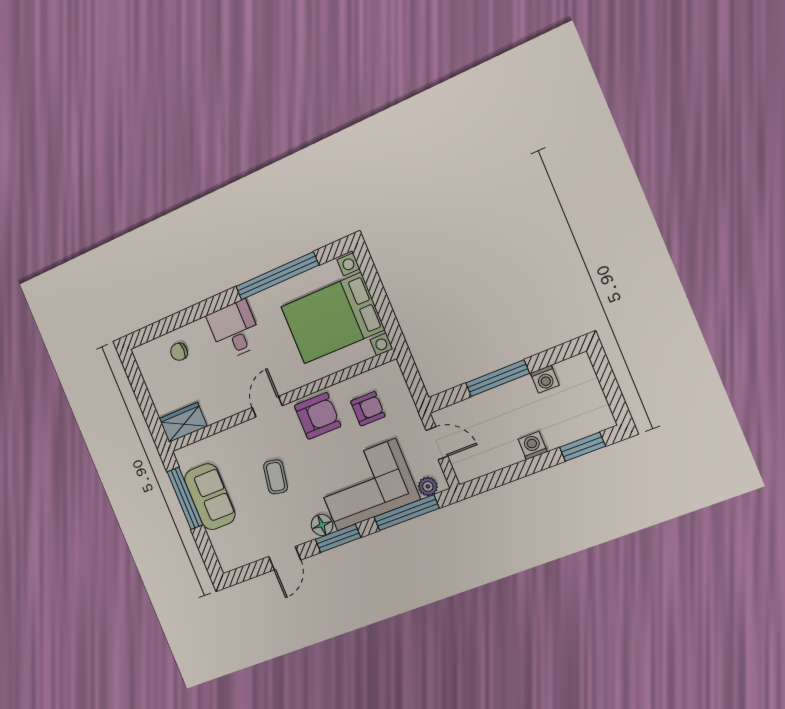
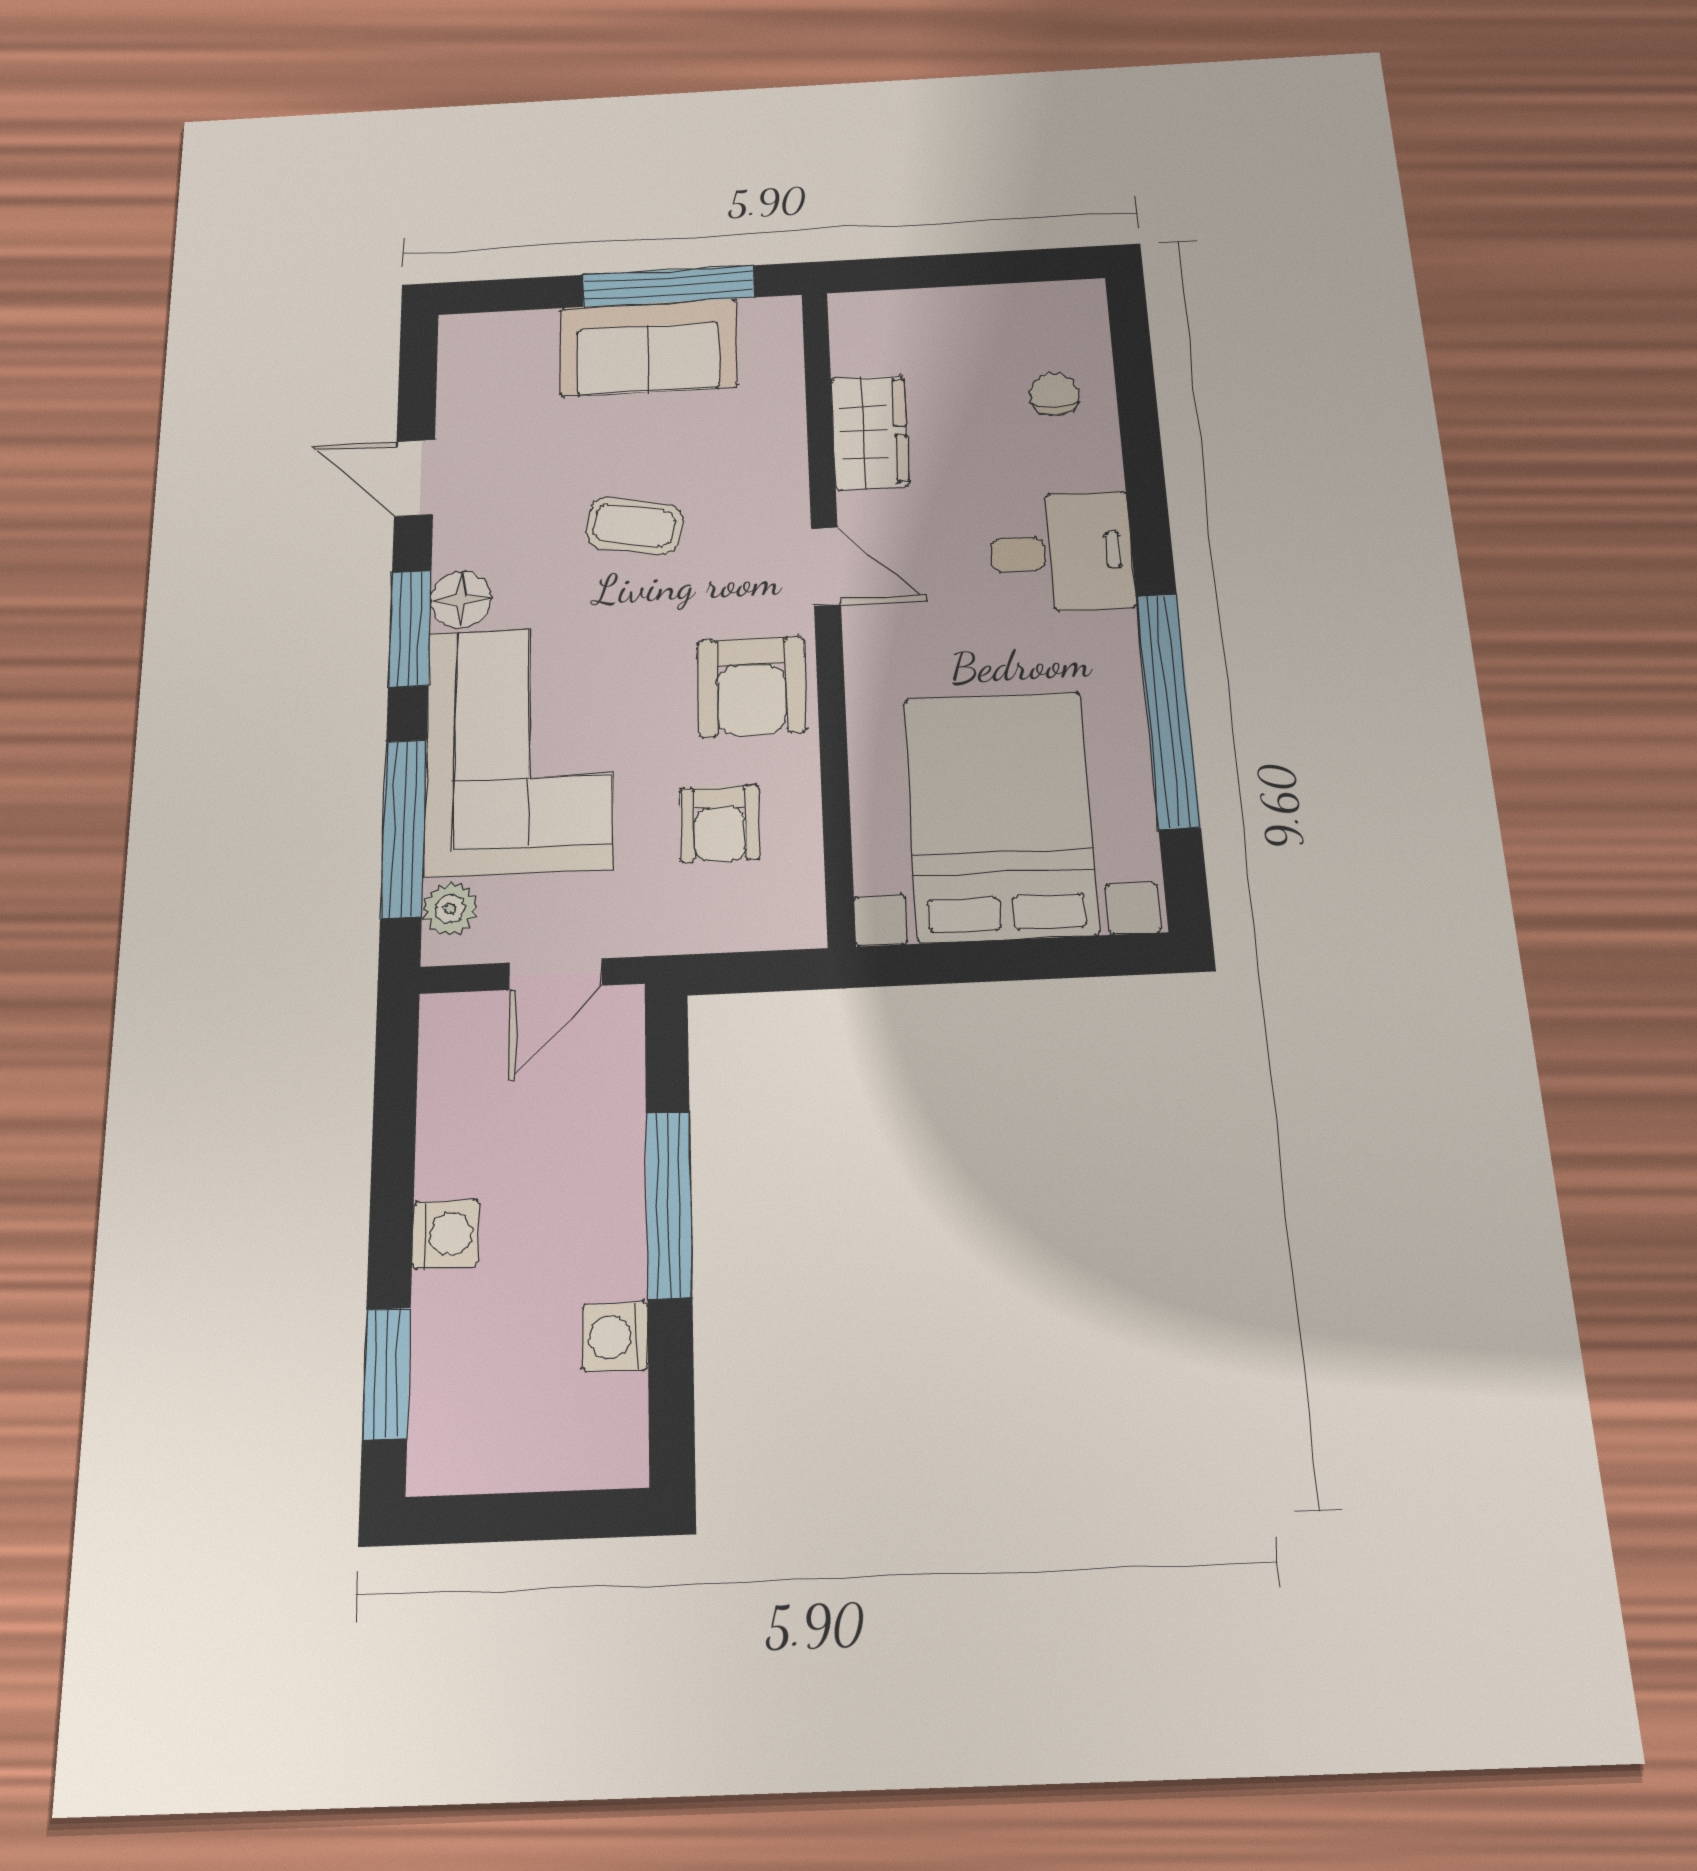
wardrobe: (183, 422) -> (870, 432), moved

